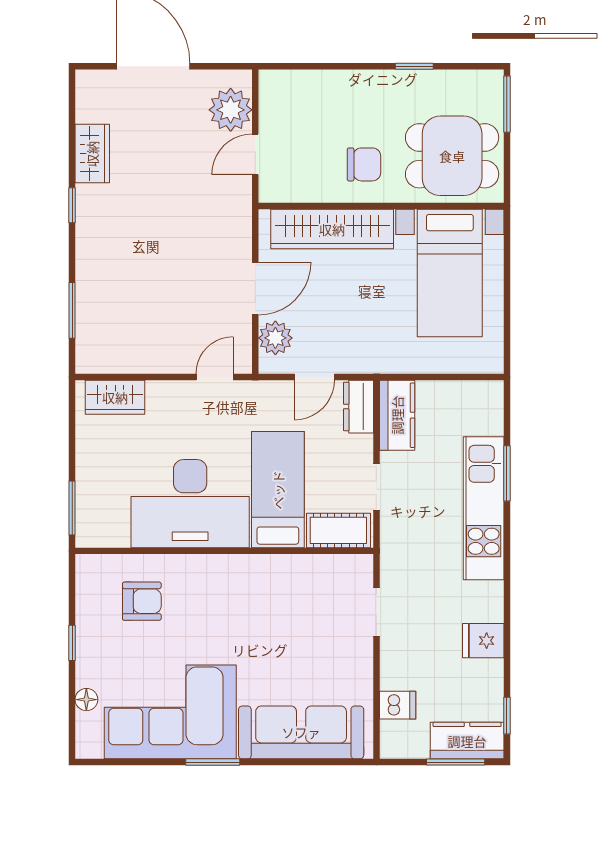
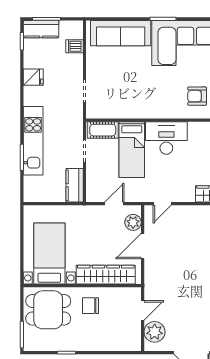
dresser: (358, 407) -> (93, 189), removed
desk: (190, 504) -> (166, 138), width x0.73, depth x0.77

